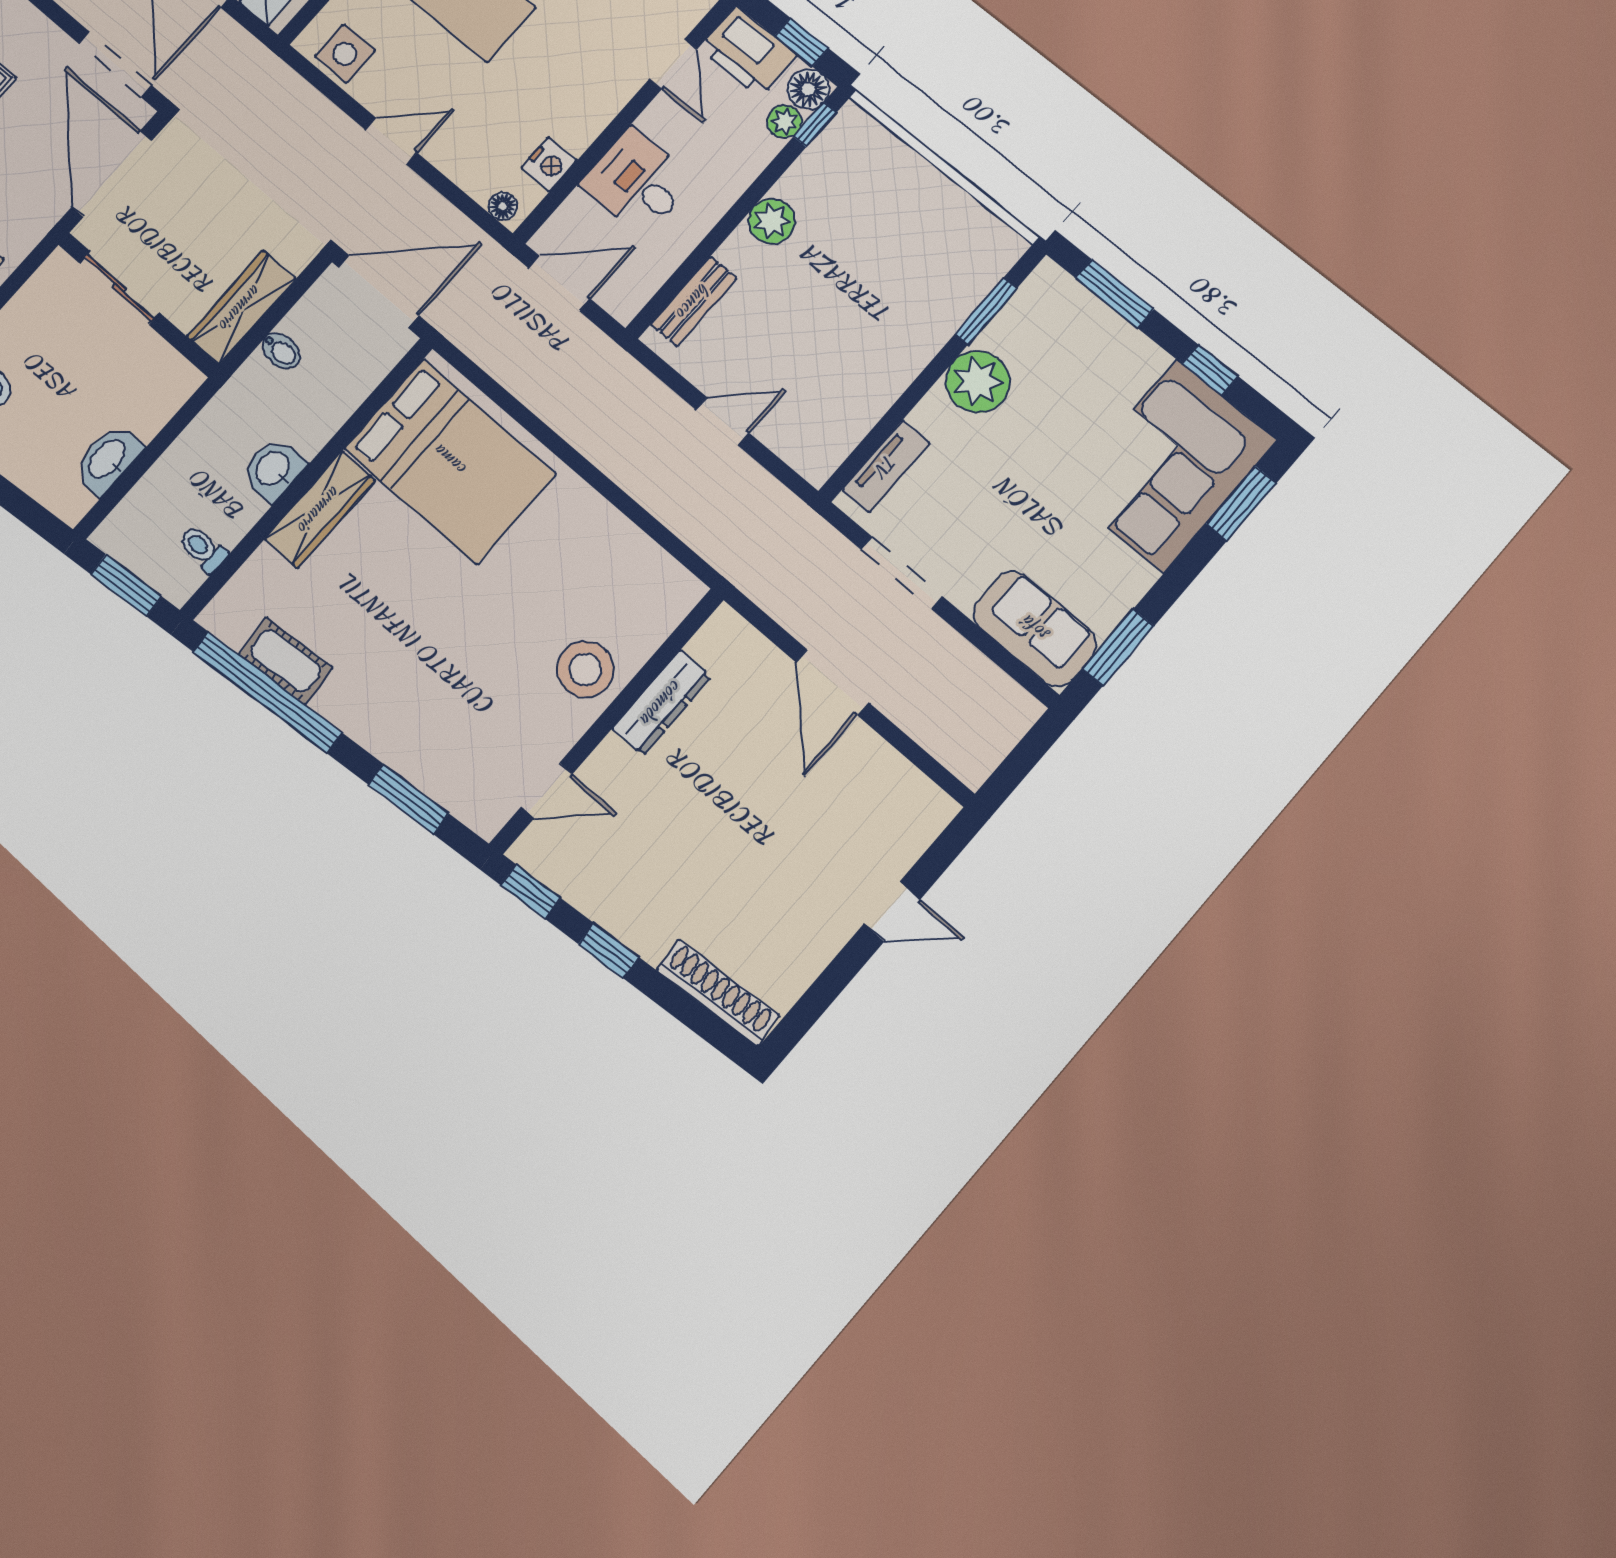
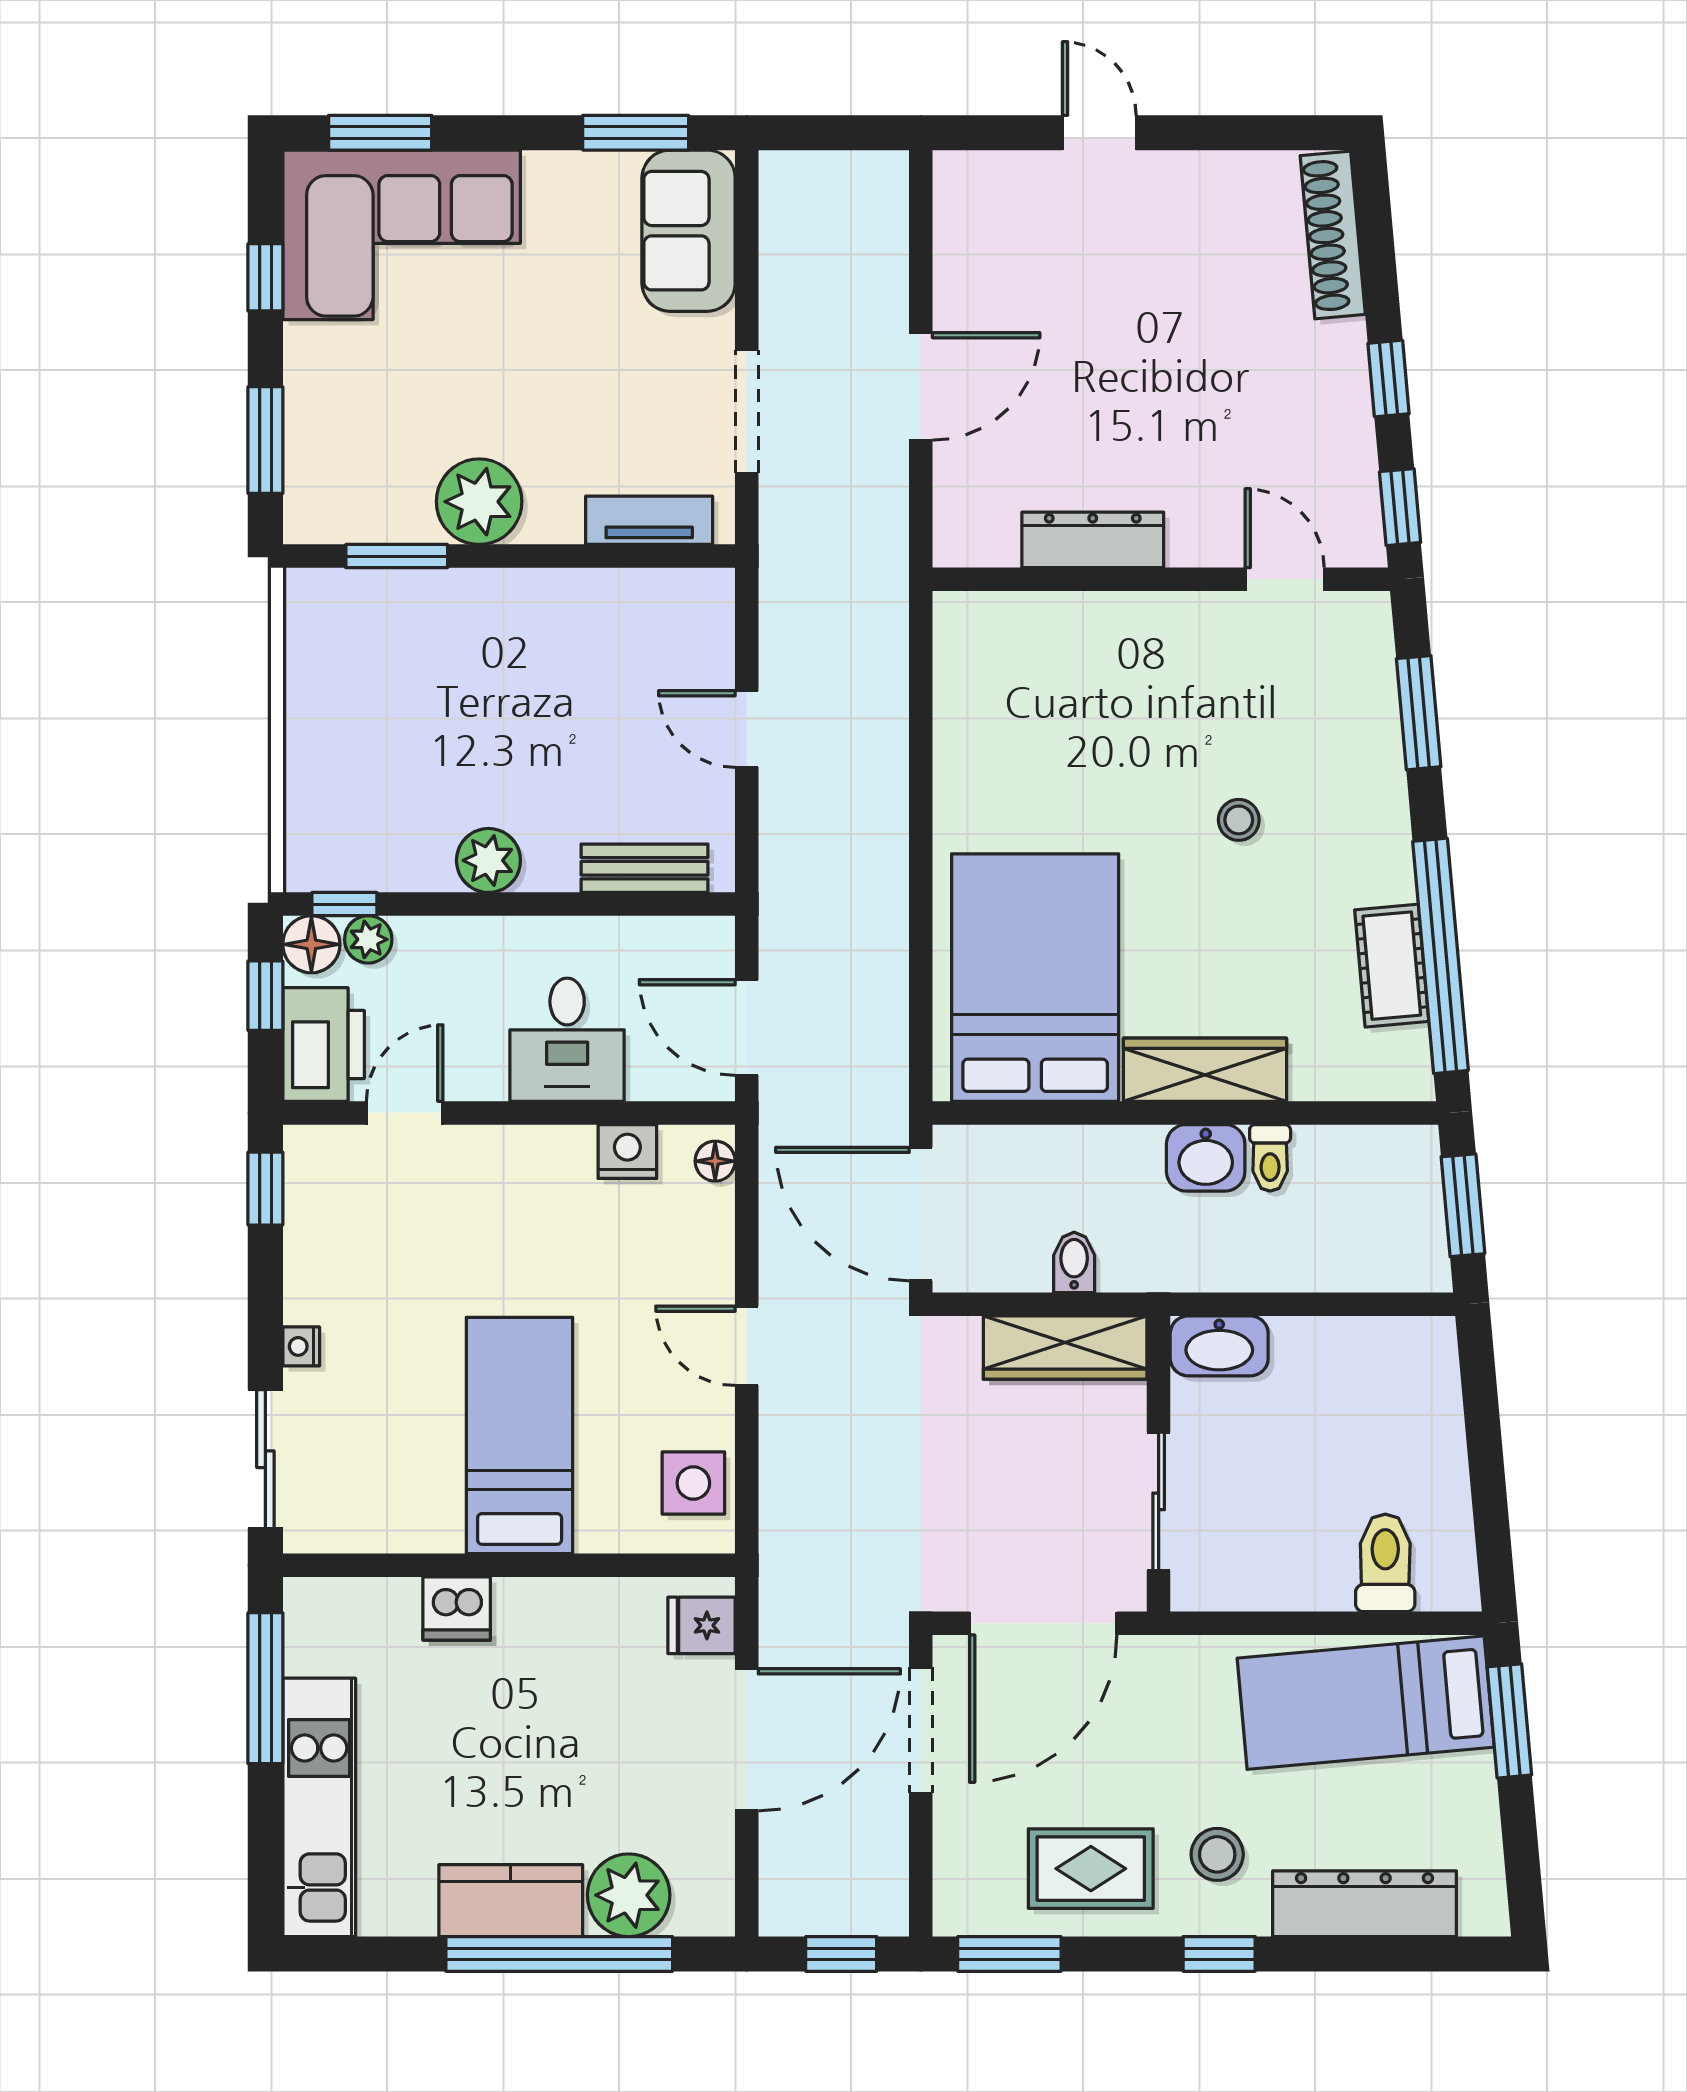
washbasin: (108, 459) -> (1219, 1346), moved
toilet: (203, 549) -> (1270, 1158), moved
stool: (585, 670) -> (1239, 820), moved, width x0.53, depth x0.53

